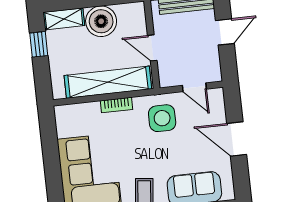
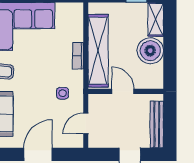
door: (152, 48) -> (123, 91), hinge flipped
side table: (162, 118) -> (63, 93), width x0.54, depth x0.54

